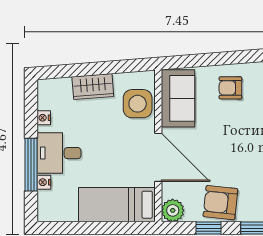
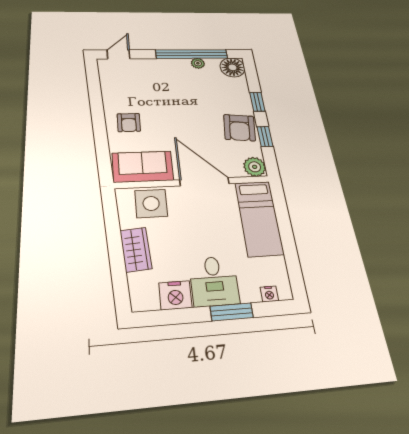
nightstand: (44, 118) -> (175, 295), width x1.89, depth x1.79
door: (158, 157) -> (205, 182), hinge flipped
window: (31, 165) -> (232, 312), width x0.69
nightstand: (44, 182) -> (269, 294), moved

